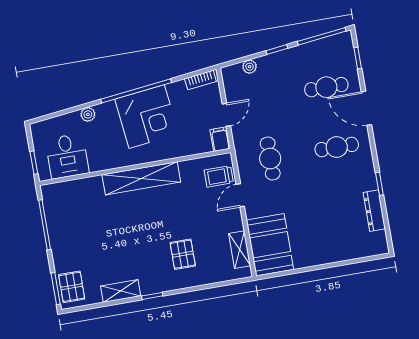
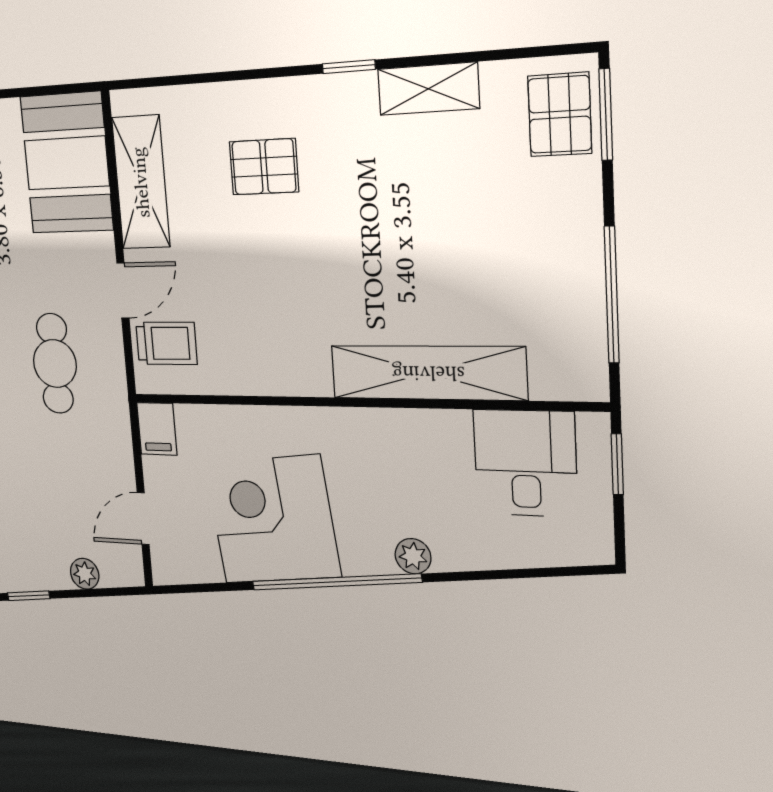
bookcase: (200, 80) -> (189, 571), removed
plant: (88, 114) -> (413, 556), moved
door: (226, 115) -> (143, 519), moved
corner desk: (147, 116) -> (272, 520), moved
shelving: (141, 178) -> (428, 373), moved
shelving: (240, 250) -> (141, 182), width x1.50, depth x1.33
pallet: (183, 254) -> (264, 167), turned 90

